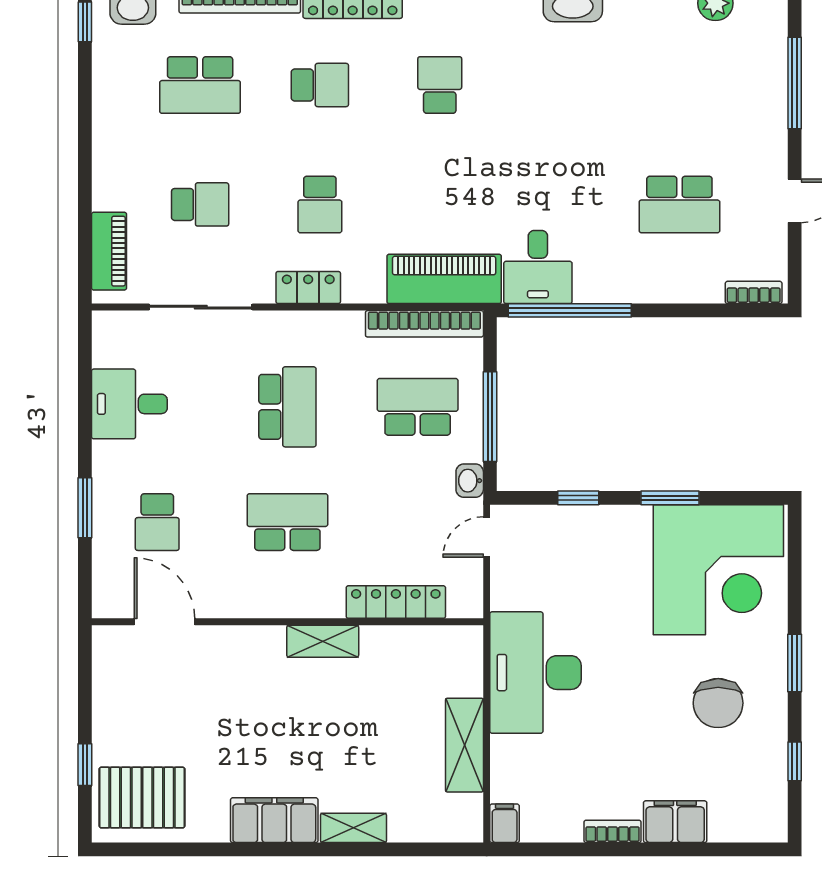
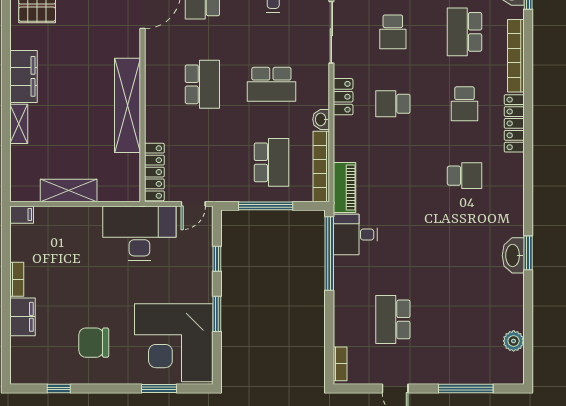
piano: (444, 279) -> (344, 187), width x0.73, depth x0.75
washbasin: (470, 481) -> (321, 119), moved, turned -90
door: (487, 537) -> (193, 204), swing flipped
locker: (396, 602) -> (154, 172), moved
shelving: (323, 641) -> (128, 105), width x2.20, depth x1.33
window: (795, 663) -> (159, 389), moved
desk: (536, 673) -> (139, 233), moved

